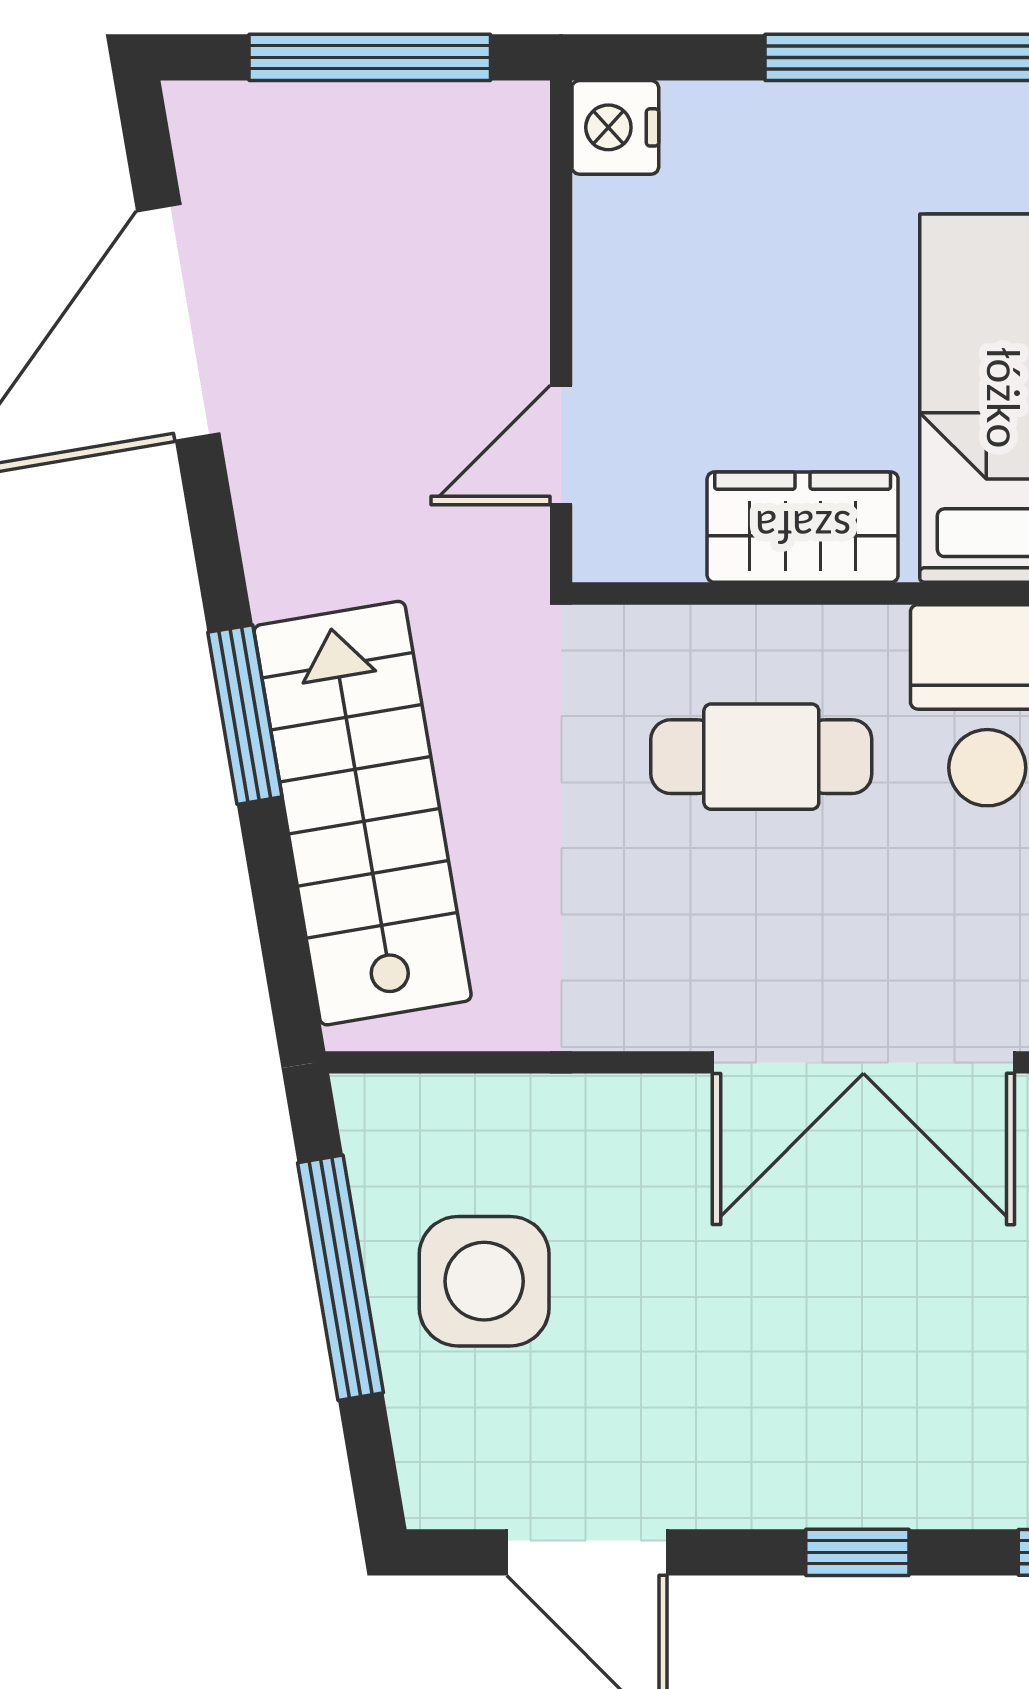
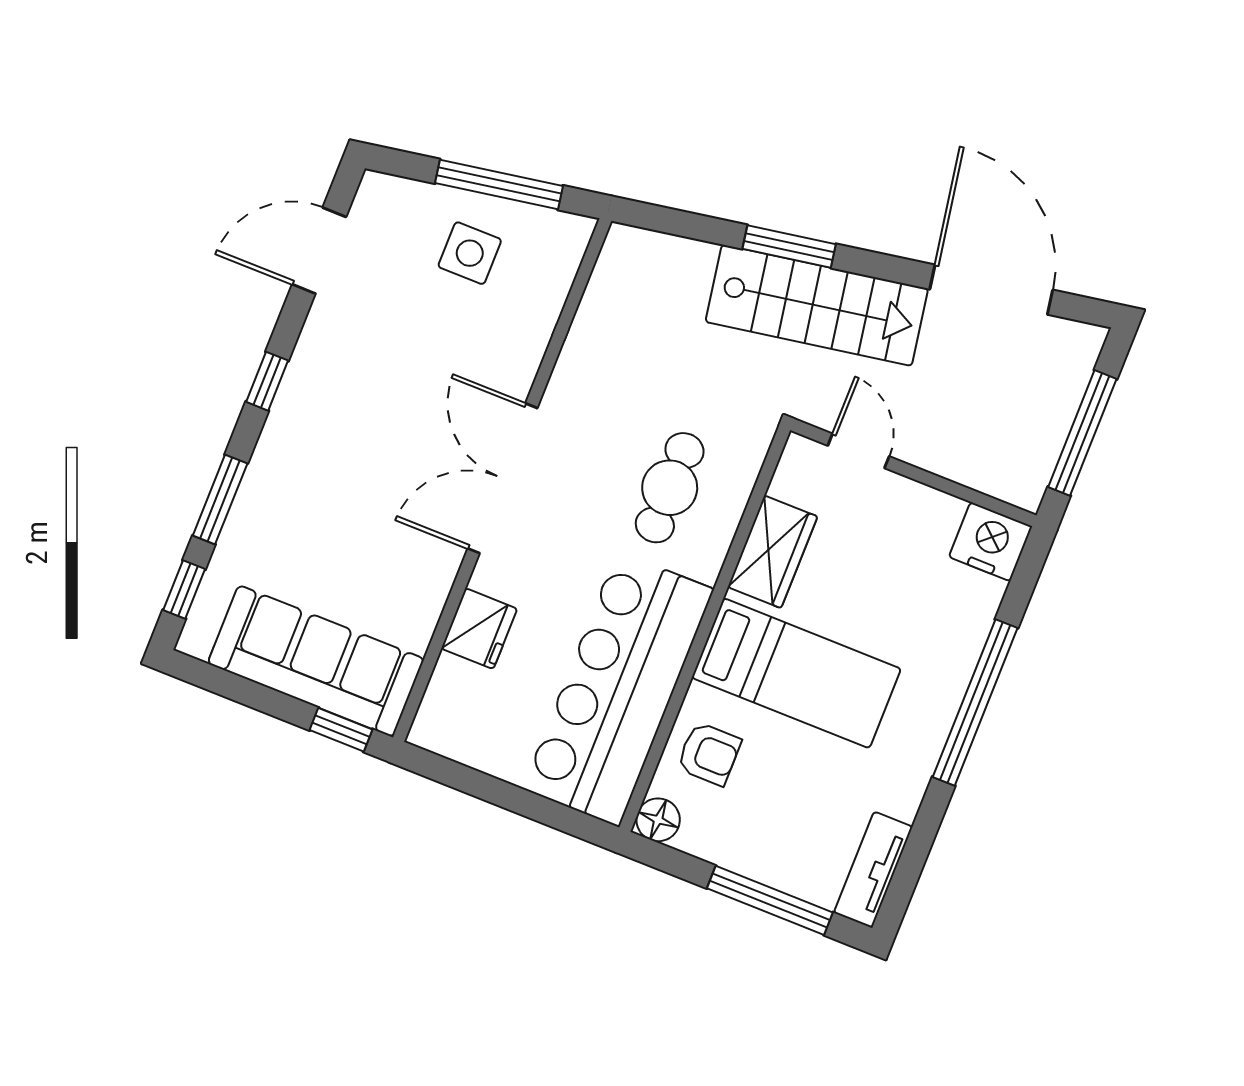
nightstand: (615, 127) -> (991, 542), width x1.36, depth x1.33
stairs: (363, 813) -> (817, 305), moved
side table: (484, 1281) -> (470, 253), width x0.73, depth x0.73

